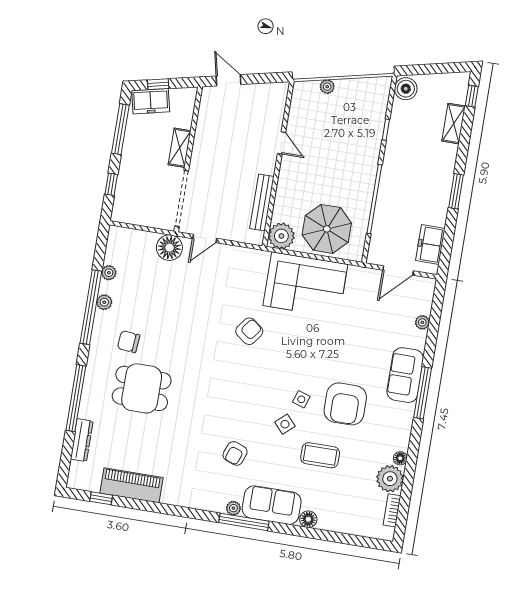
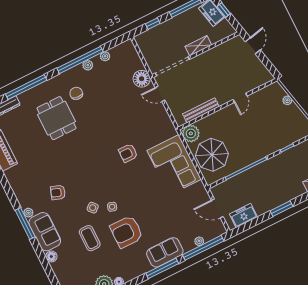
window: (434, 323) -> (203, 248), added
armchair: (249, 331) -> (128, 153), turned 143

